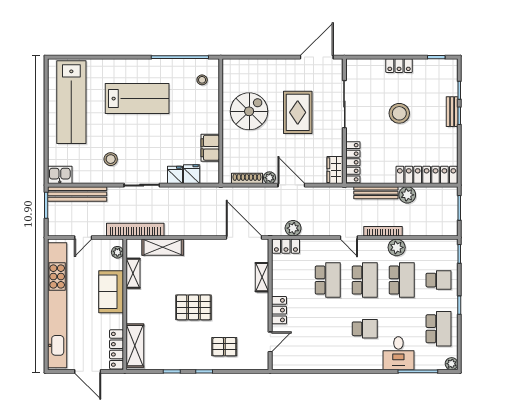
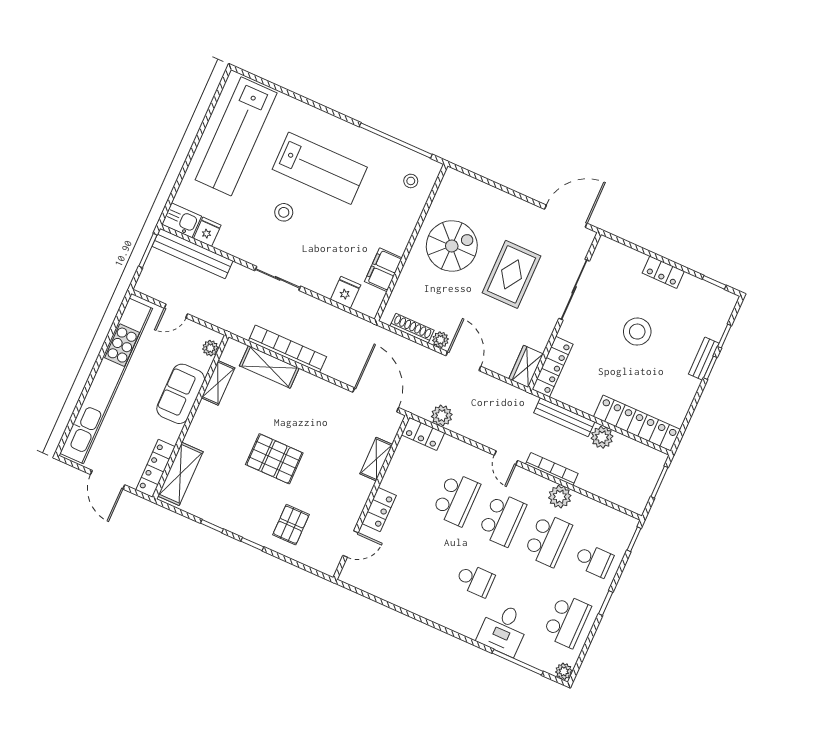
stool: (111, 159) -> (284, 212), moved
fridge: (175, 175) -> (207, 232), moved
bookcase: (135, 230) -> (287, 349), moved
pallet: (224, 347) -> (291, 525), turned 90

